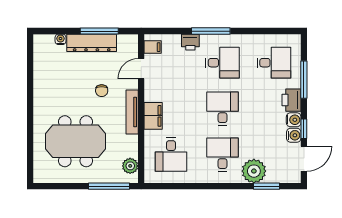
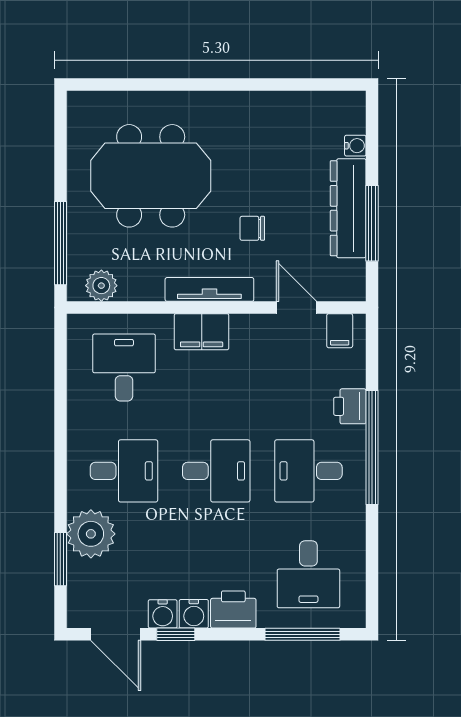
window: (211, 31) -> (372, 447), width x1.46
desk: (223, 63) -> (308, 471), turned 90
window: (304, 80) -> (302, 634), moved
meeting table: (76, 141) -> (151, 176), turned 90
desk: (171, 155) -> (124, 367), turned 90

